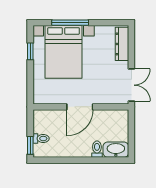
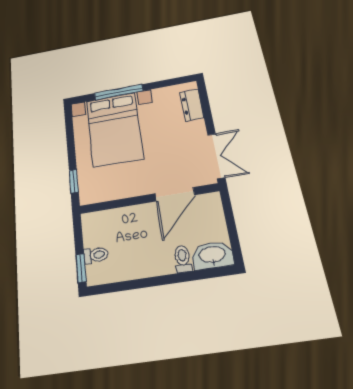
dresser: (122, 44) -> (192, 105), width x0.70
window: (30, 51) -> (74, 181), moved
door: (80, 107) -> (175, 194), moved

